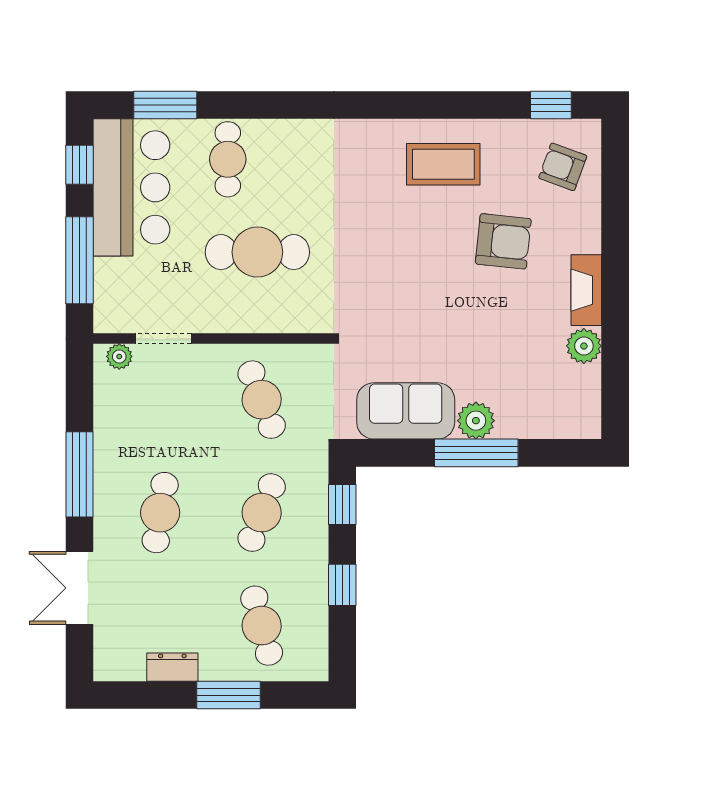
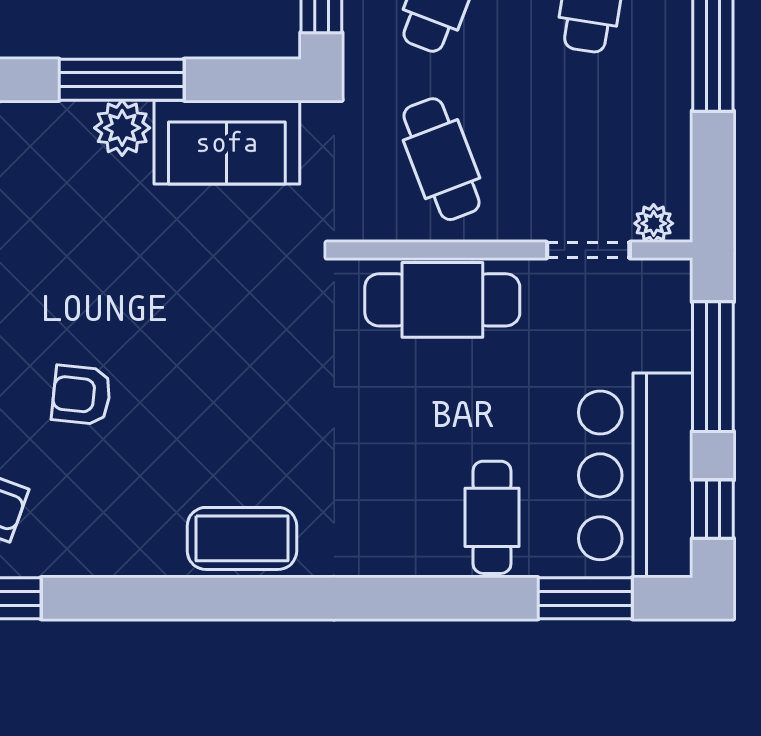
coffee table: (443, 164) -> (242, 538), moved
armchair: (503, 241) -> (81, 395), width x0.72, depth x0.72
cafe table: (257, 252) -> (442, 300), moved

